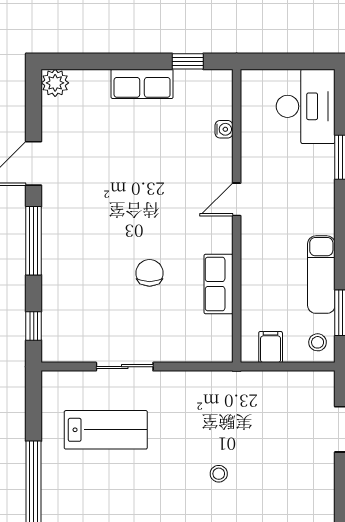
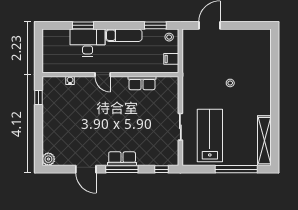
row of seats: (142, 84) -> (122, 159), moved, turned -90
desk: (306, 106) -> (88, 43), moved
chair: (150, 273) -> (137, 115), removed
exam couch: (321, 275) -> (124, 35), moved
lab bench: (106, 430) -> (210, 136), width x1.36, depth x1.39

